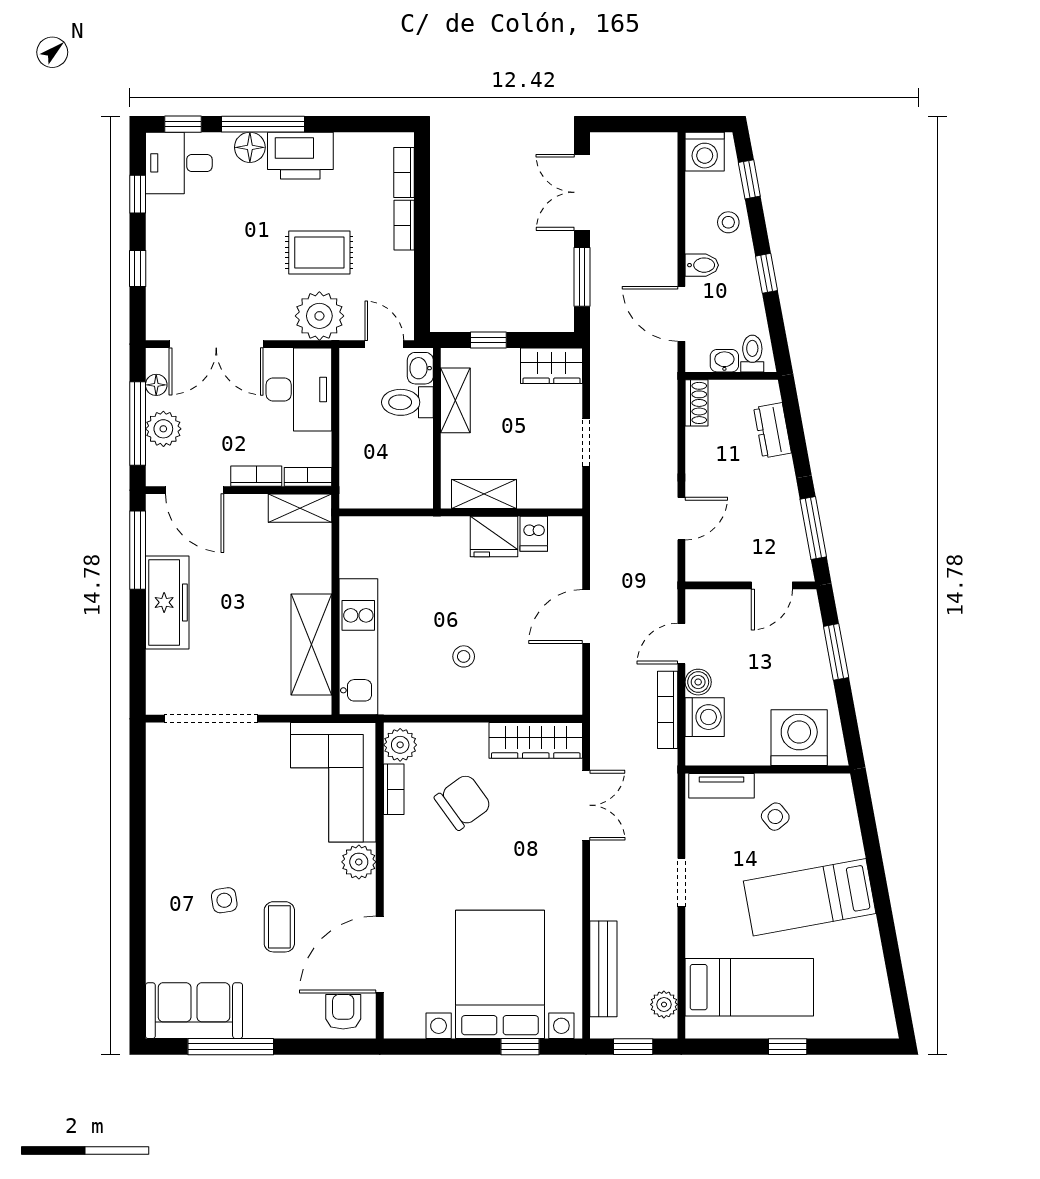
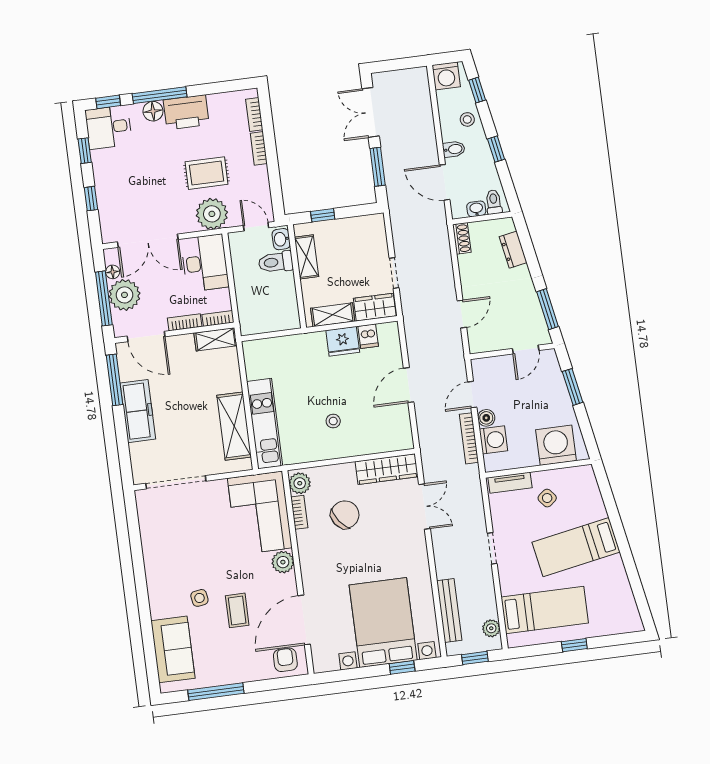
wardrobe: (552, 366) -> (375, 307), moved, turned 180
plant: (163, 429) -> (124, 295), width x1.36, depth x1.36
sofa: (194, 1011) -> (173, 649), moved, turned 90

